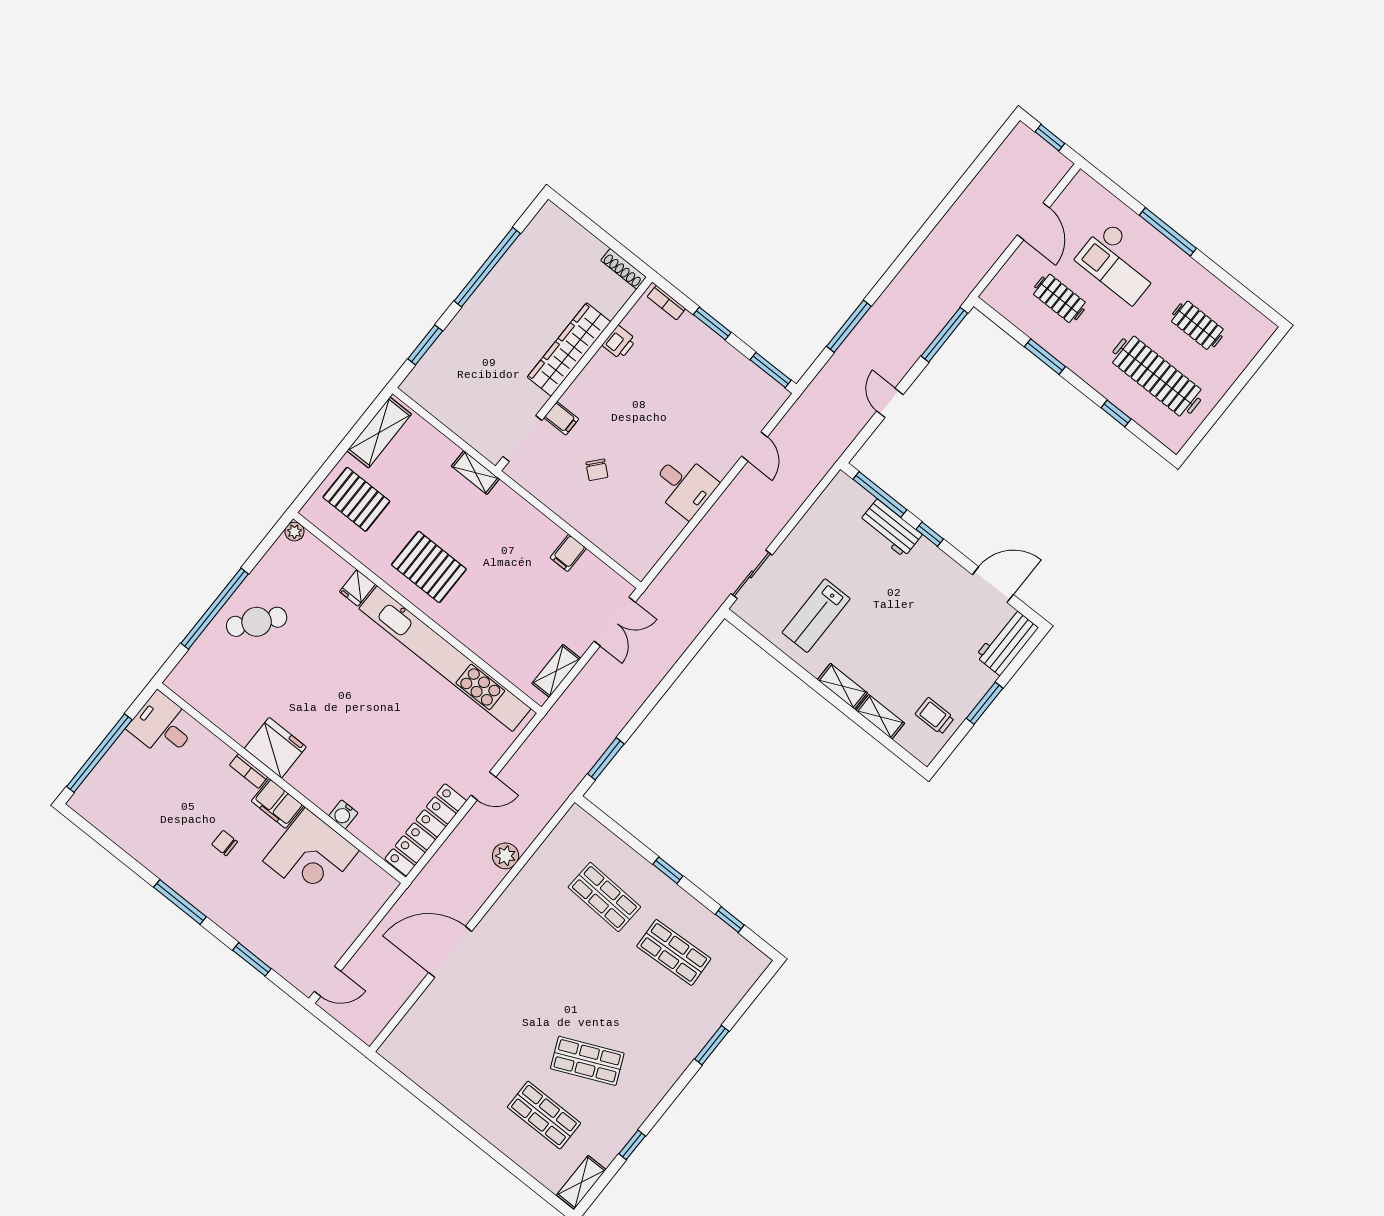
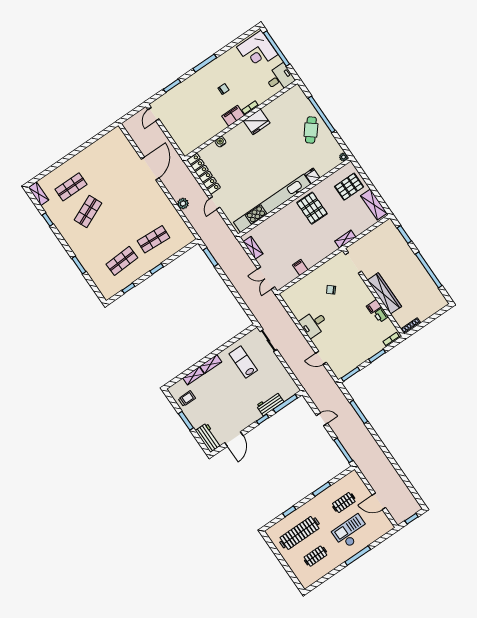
filing cabinet: (561, 418) -> (374, 306), moved
pallet: (429, 567) -> (312, 208), turned 90
corner desk: (311, 856) -> (257, 51), moved, turned -90

